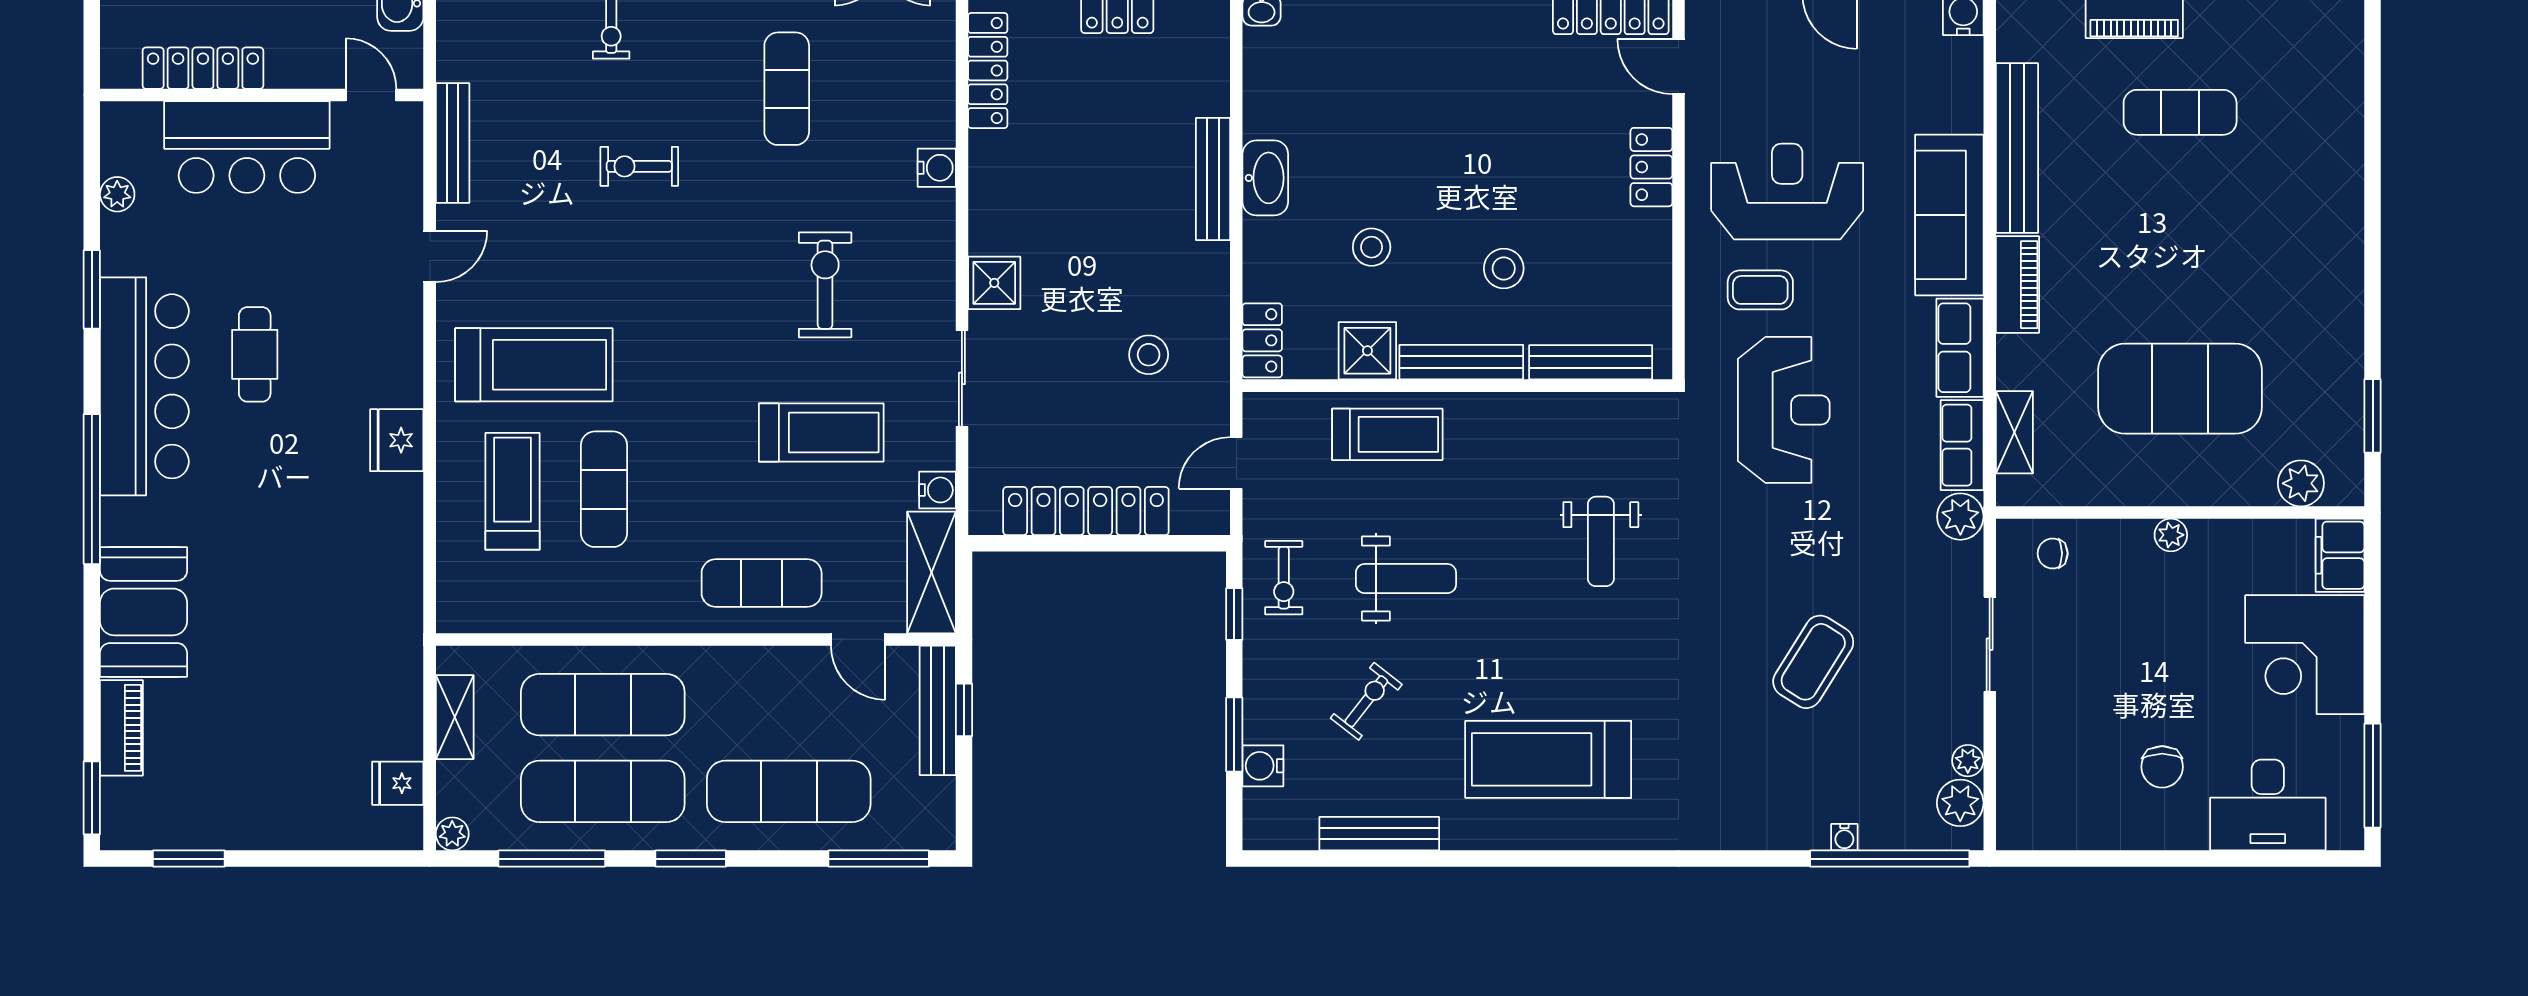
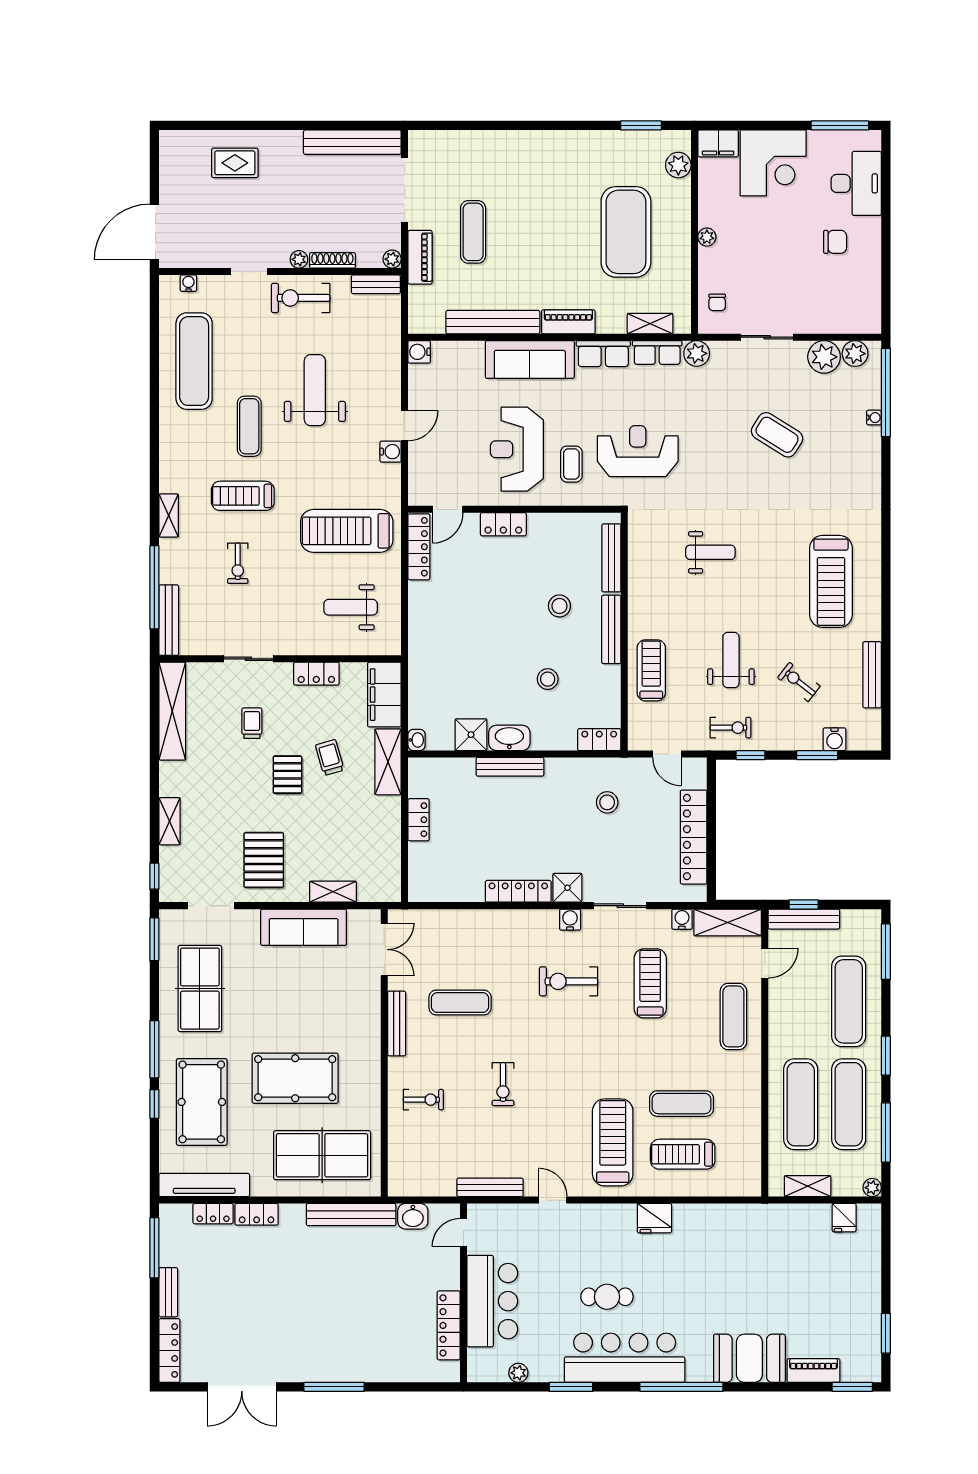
locker: (988, 70) -> (518, 891), moved
water cooler: (937, 168) -> (570, 920), moved
shower: (1367, 351) -> (471, 735), moved
plant: (1968, 761) -> (824, 357), width x1.88, depth x1.88

